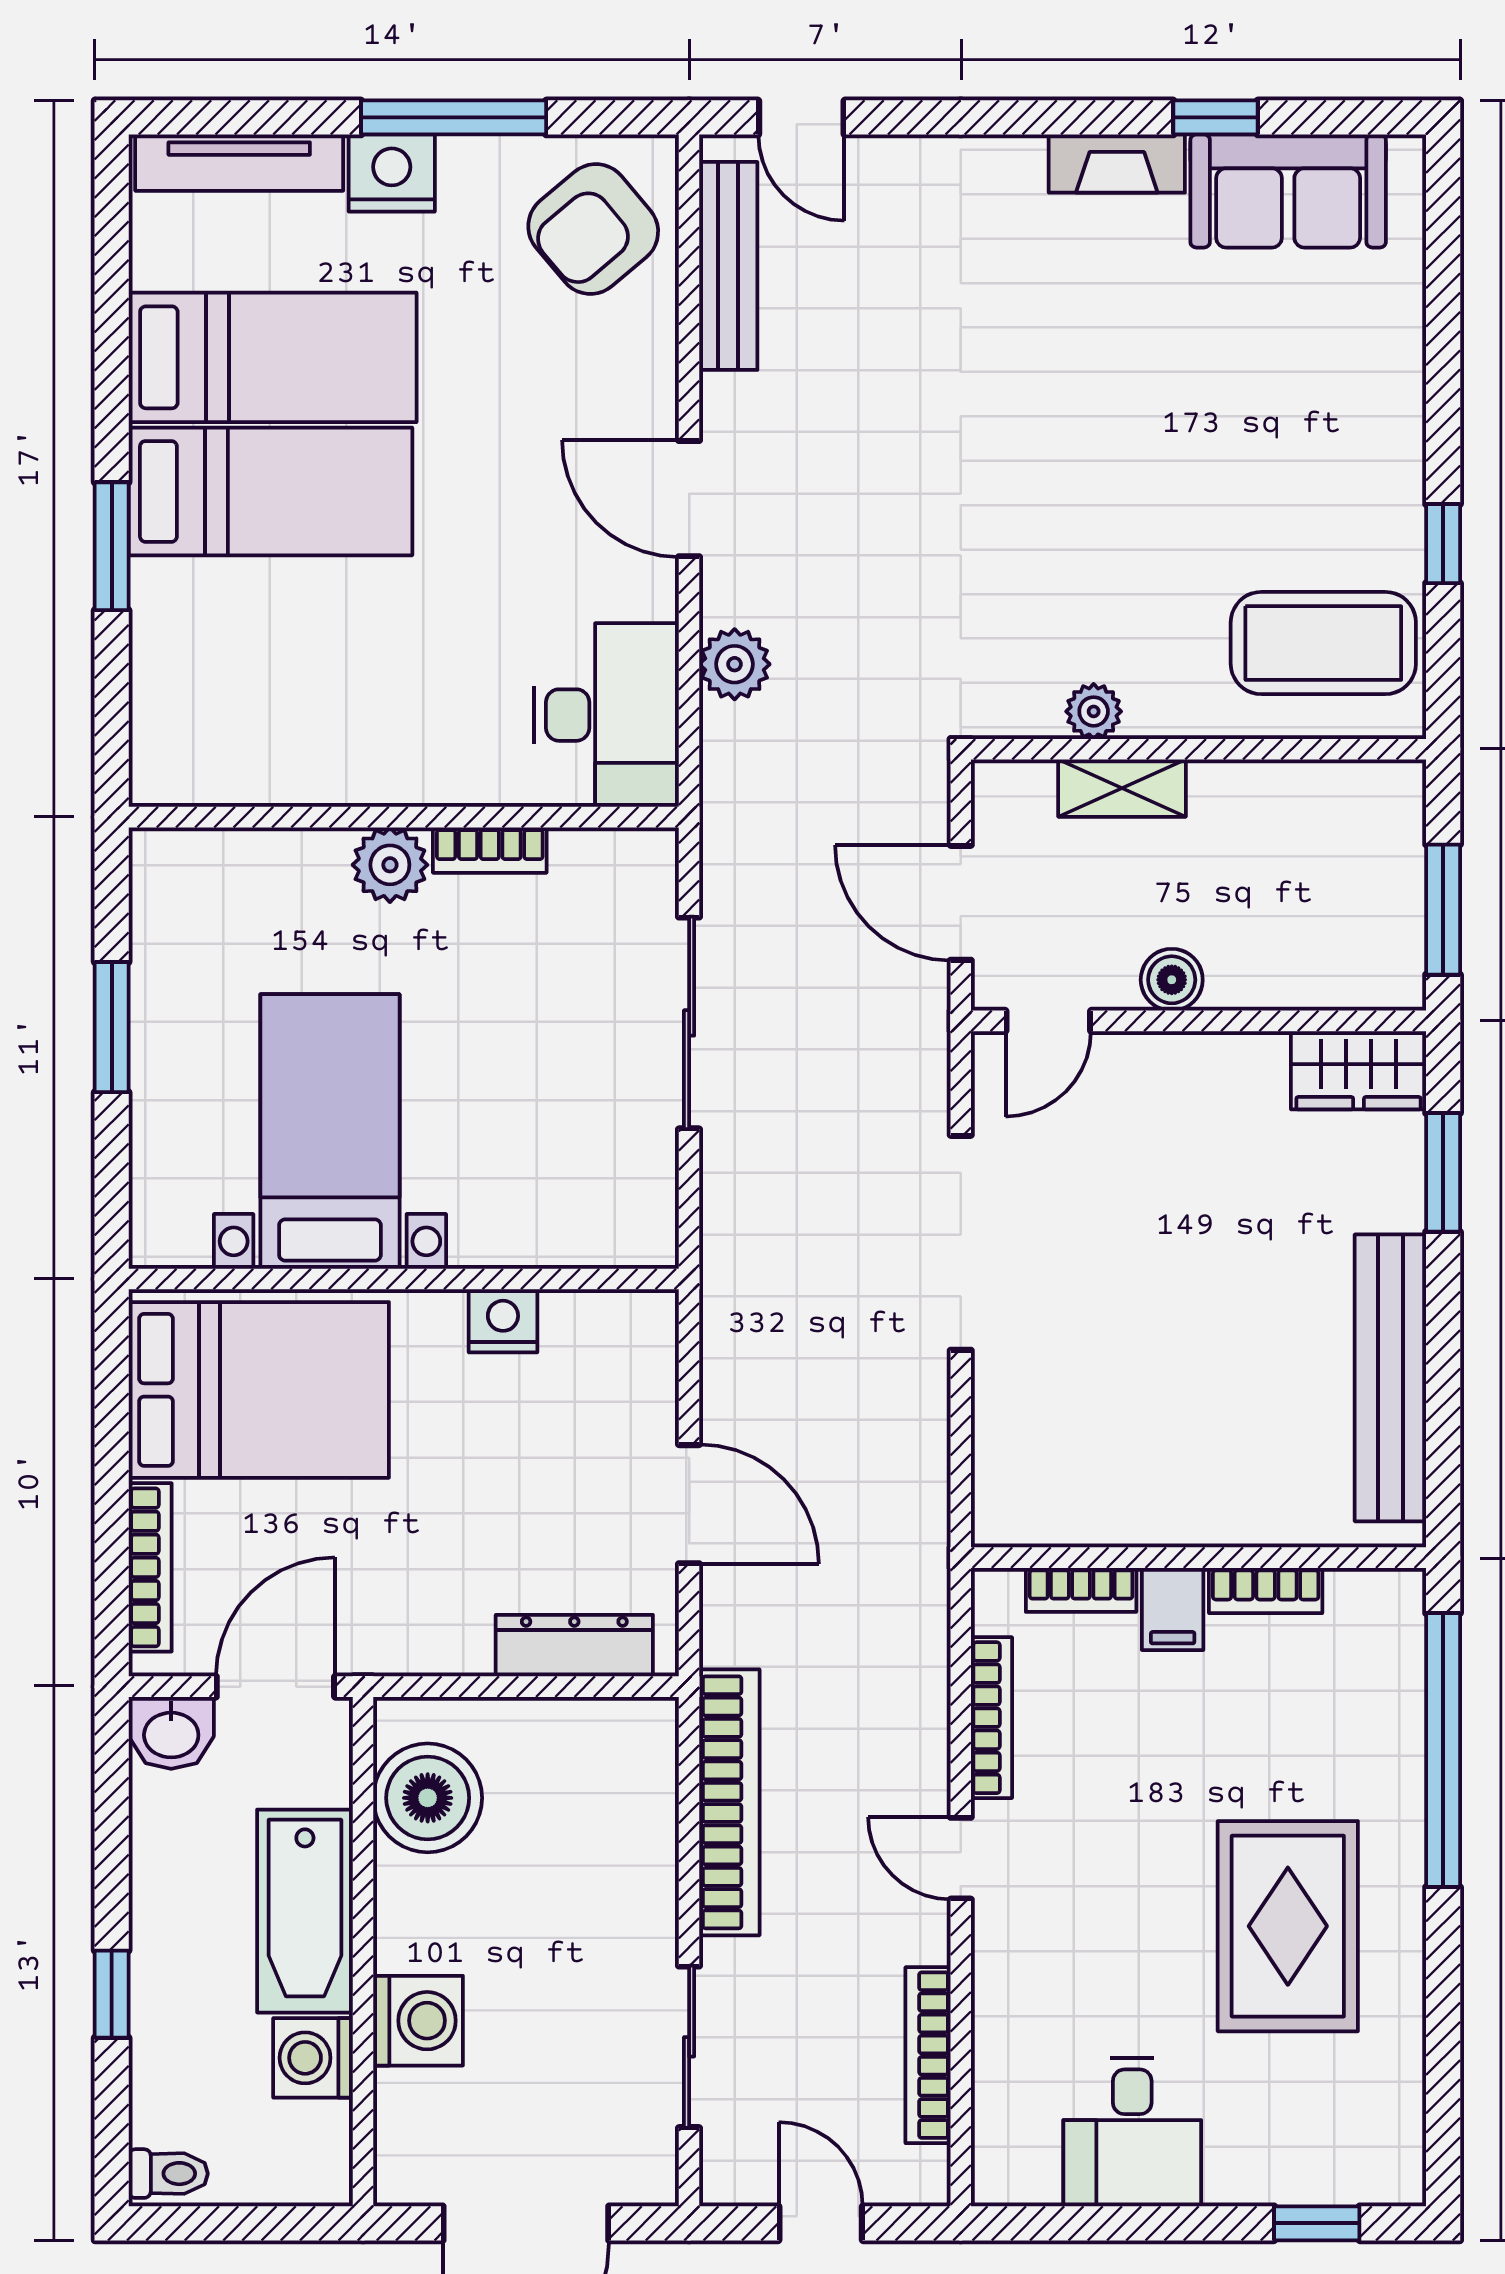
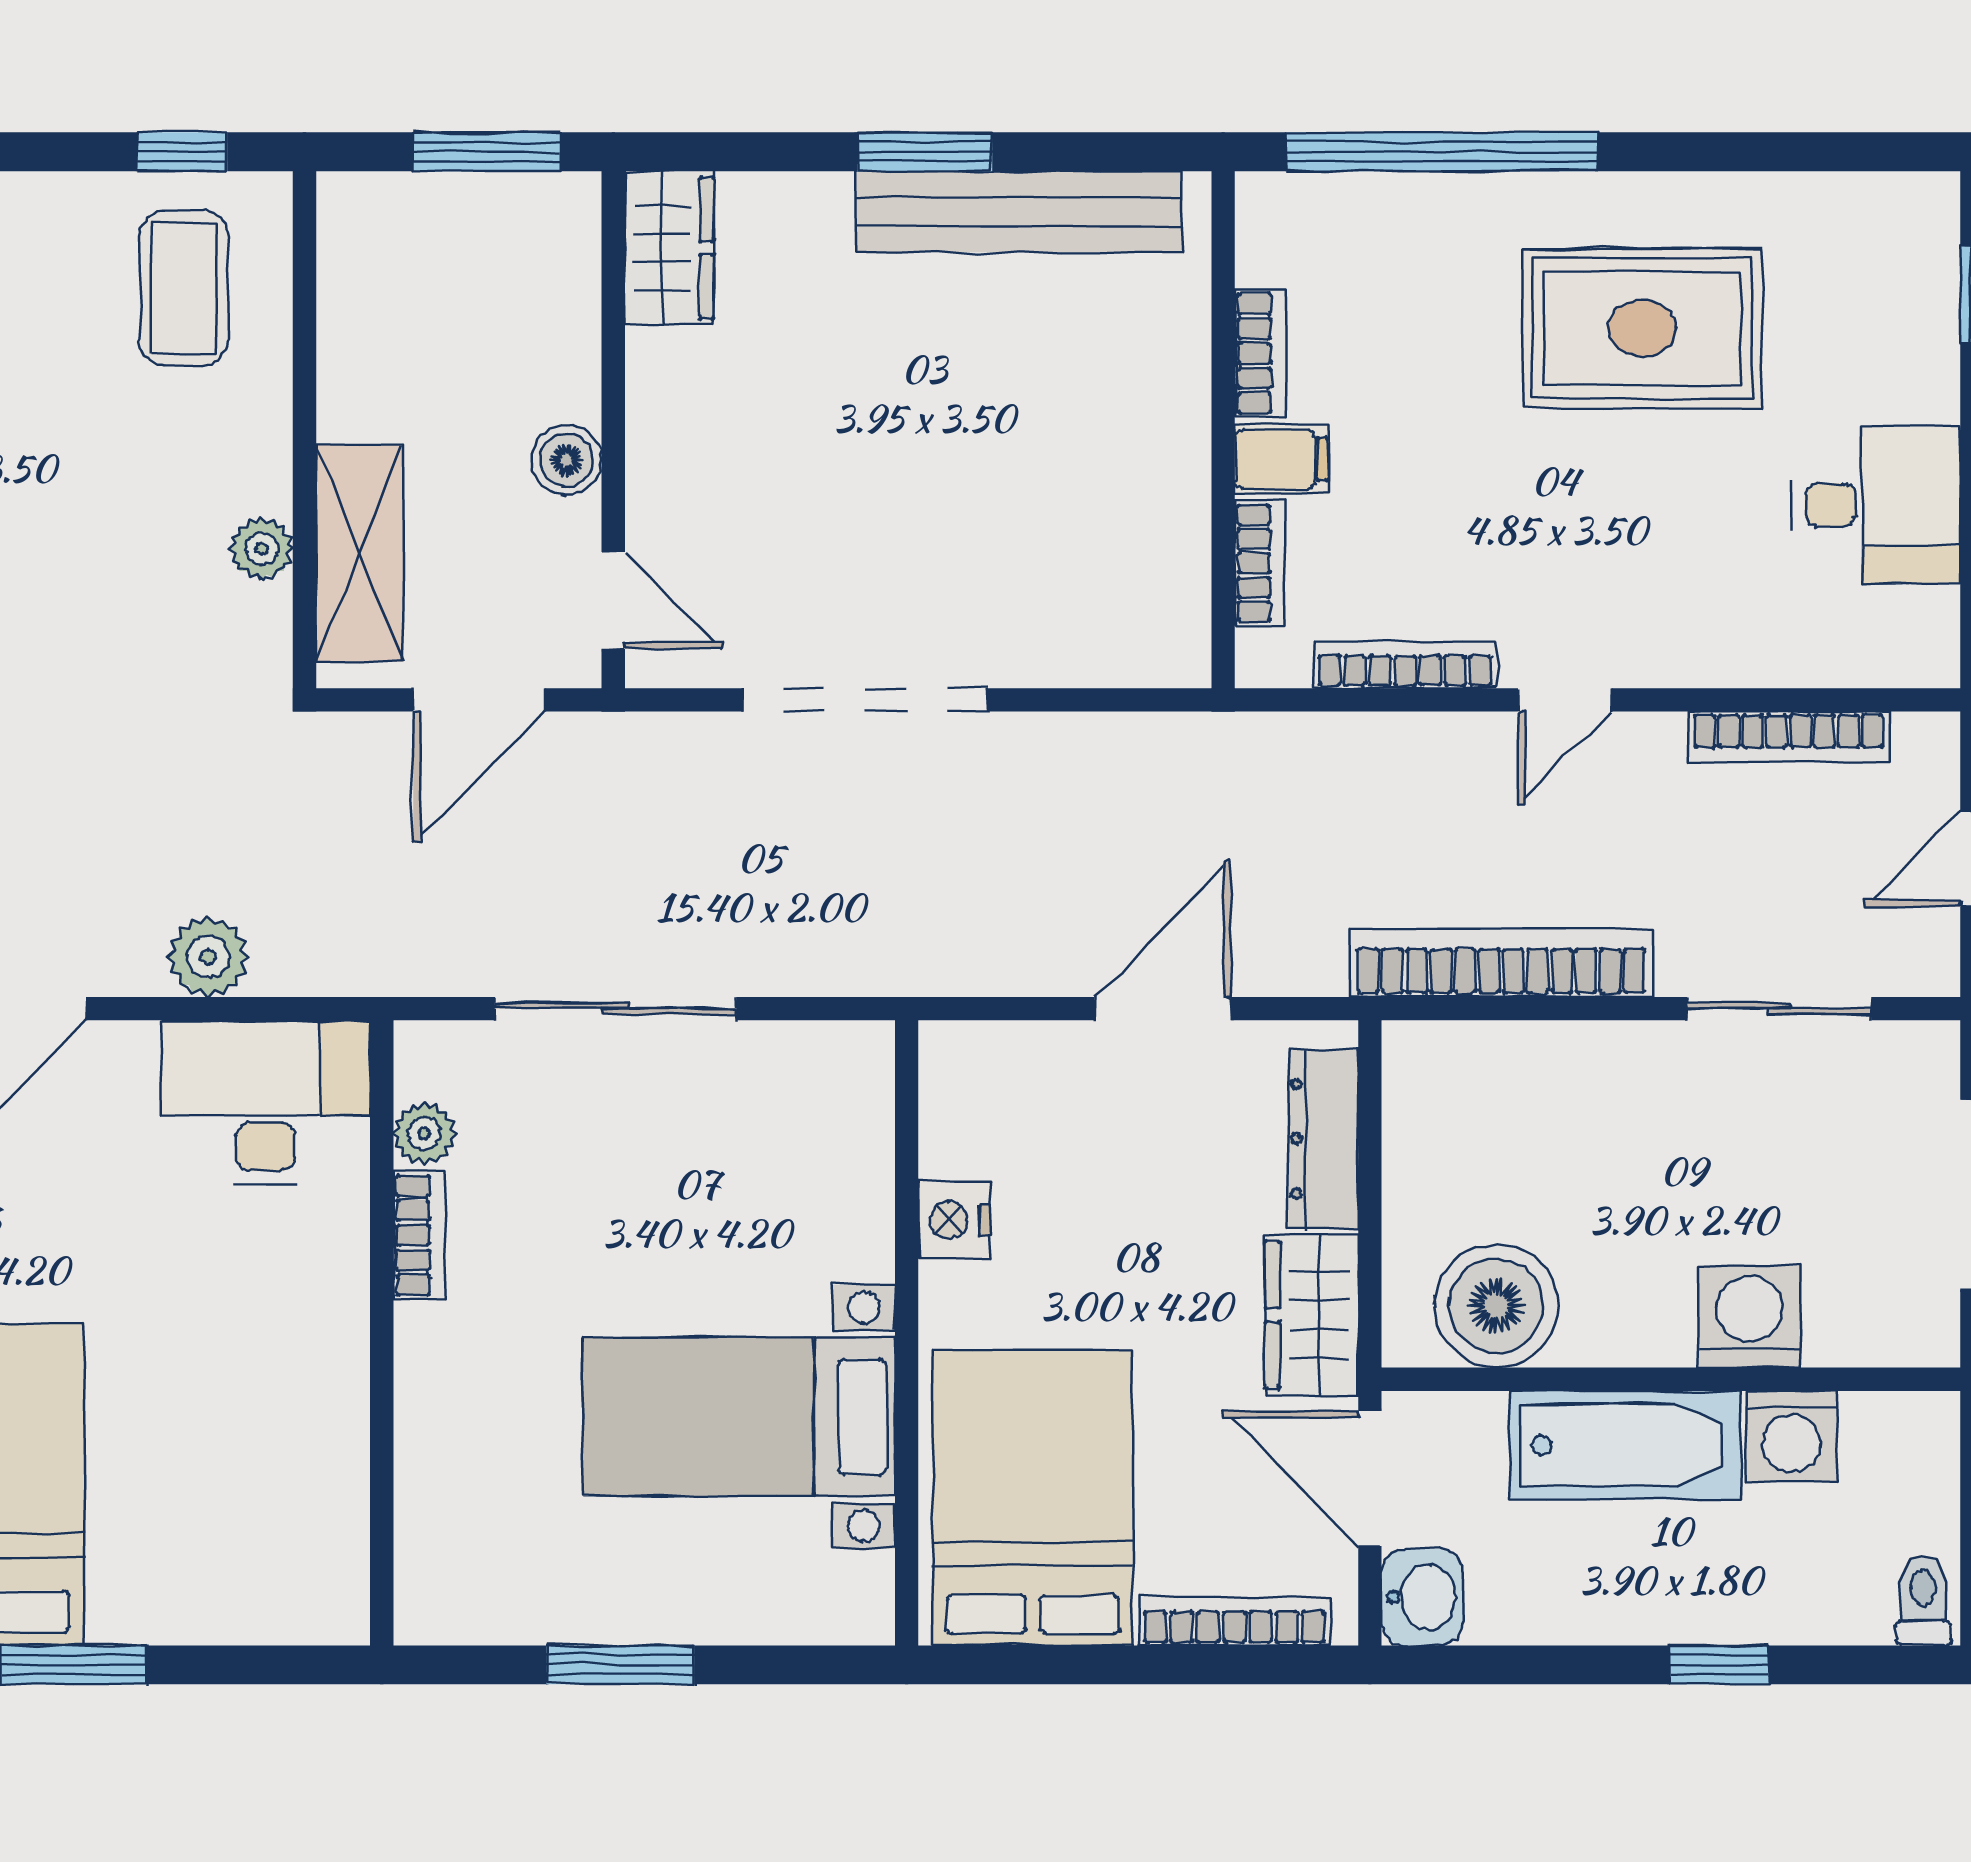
window: (1443, 544) -> (182, 152), moved
coffee table: (1323, 643) -> (184, 288), width x0.73, depth x0.76
shelving: (1122, 788) -> (360, 553), width x1.50, depth x1.33
plant: (390, 865) -> (424, 1133), moved, width x0.73, depth x0.73
window: (1443, 1172) -> (925, 152), moved
wardrobe: (420, 1635) -> (1312, 1315), added

